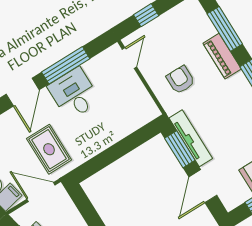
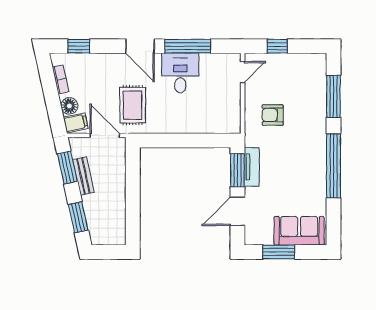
piano: (222, 56) -> (318, 117), removed
armchair: (181, 80) -> (273, 115), turned -90
door: (23, 92) -> (140, 46), hinge flipped
tv unit: (191, 138) -> (252, 167), width x0.71

